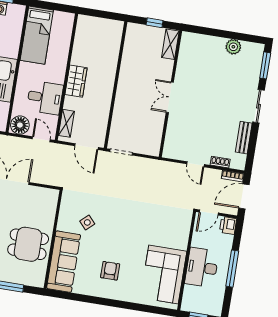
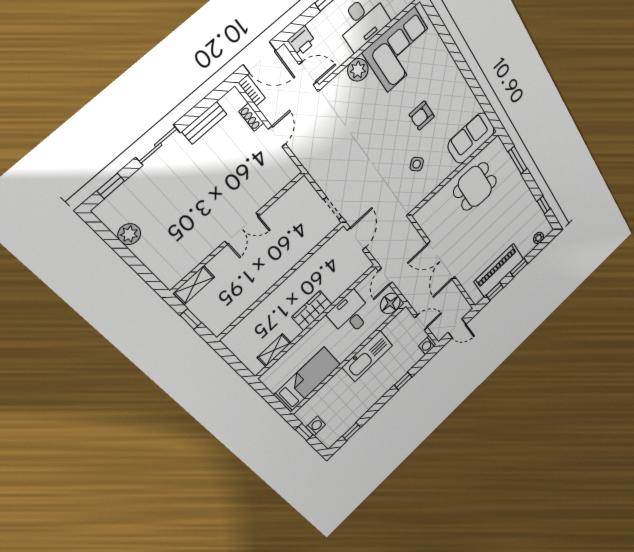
window: (265, 65) -> (111, 186), width x0.67
shelving: (66, 123) -> (274, 350), moved
plant: (180, 240) -> (358, 70), added
dining table: (28, 244) -> (475, 187), turned 90
sofa: (64, 262) -> (471, 138), width x0.73
armchair: (110, 271) -> (422, 116), moved

